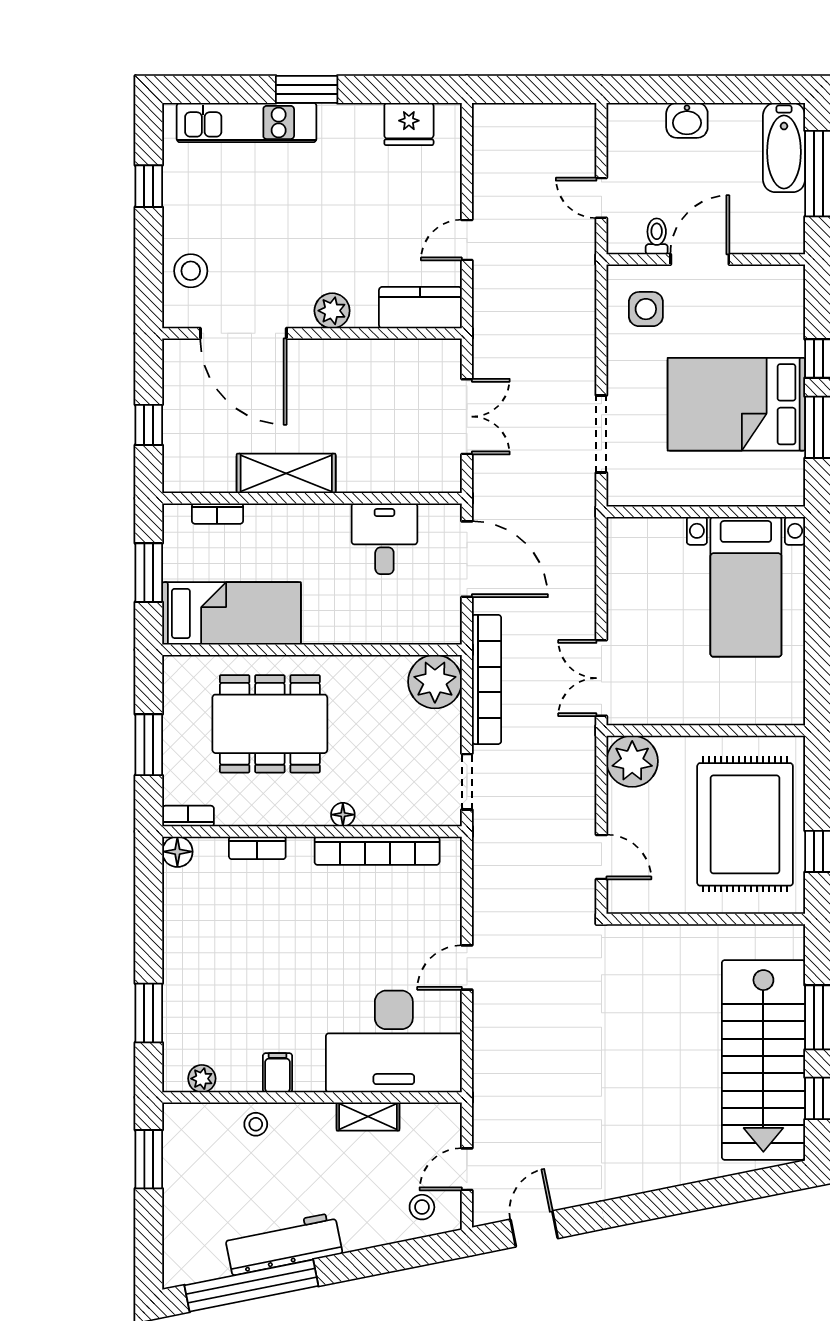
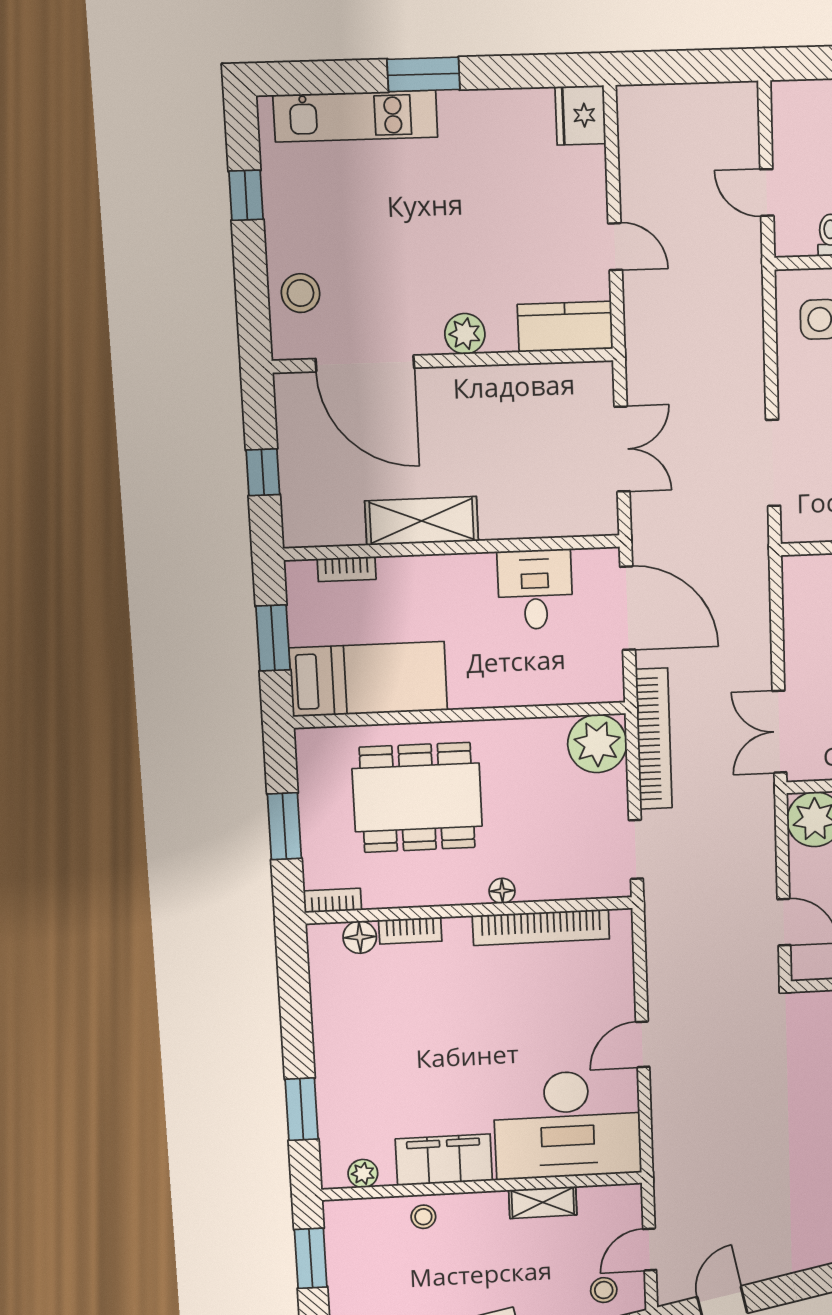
fridge: (409, 124) -> (580, 115), moved, turned 90
door: (467, 240) -> (615, 247), swing flipped
floor lamp: (177, 852) -> (360, 937), moved
filing cabinet: (278, 1073) -> (444, 1160), width x3.00, depth x1.17

